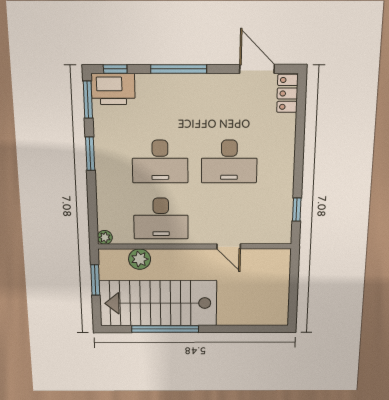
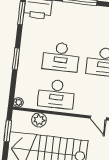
window: (90, 154) -> (16, 59), moved

